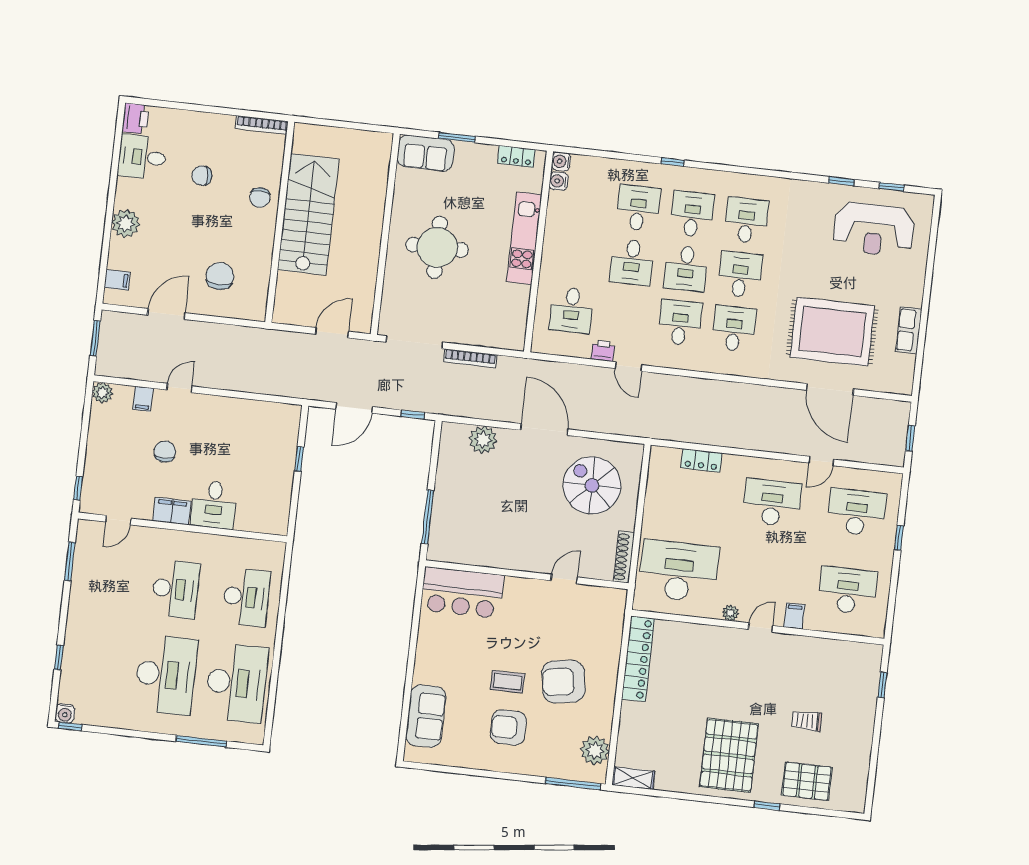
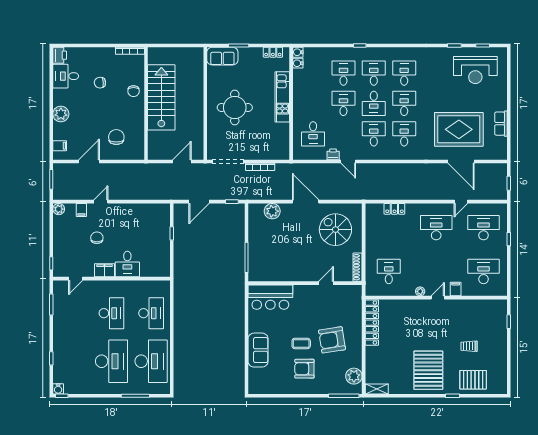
desk: (632, 262) -> (343, 103), turned 180
desk: (679, 571) -> (389, 272), width x0.53, depth x0.77
sofa: (426, 716) -> (258, 350), moved

